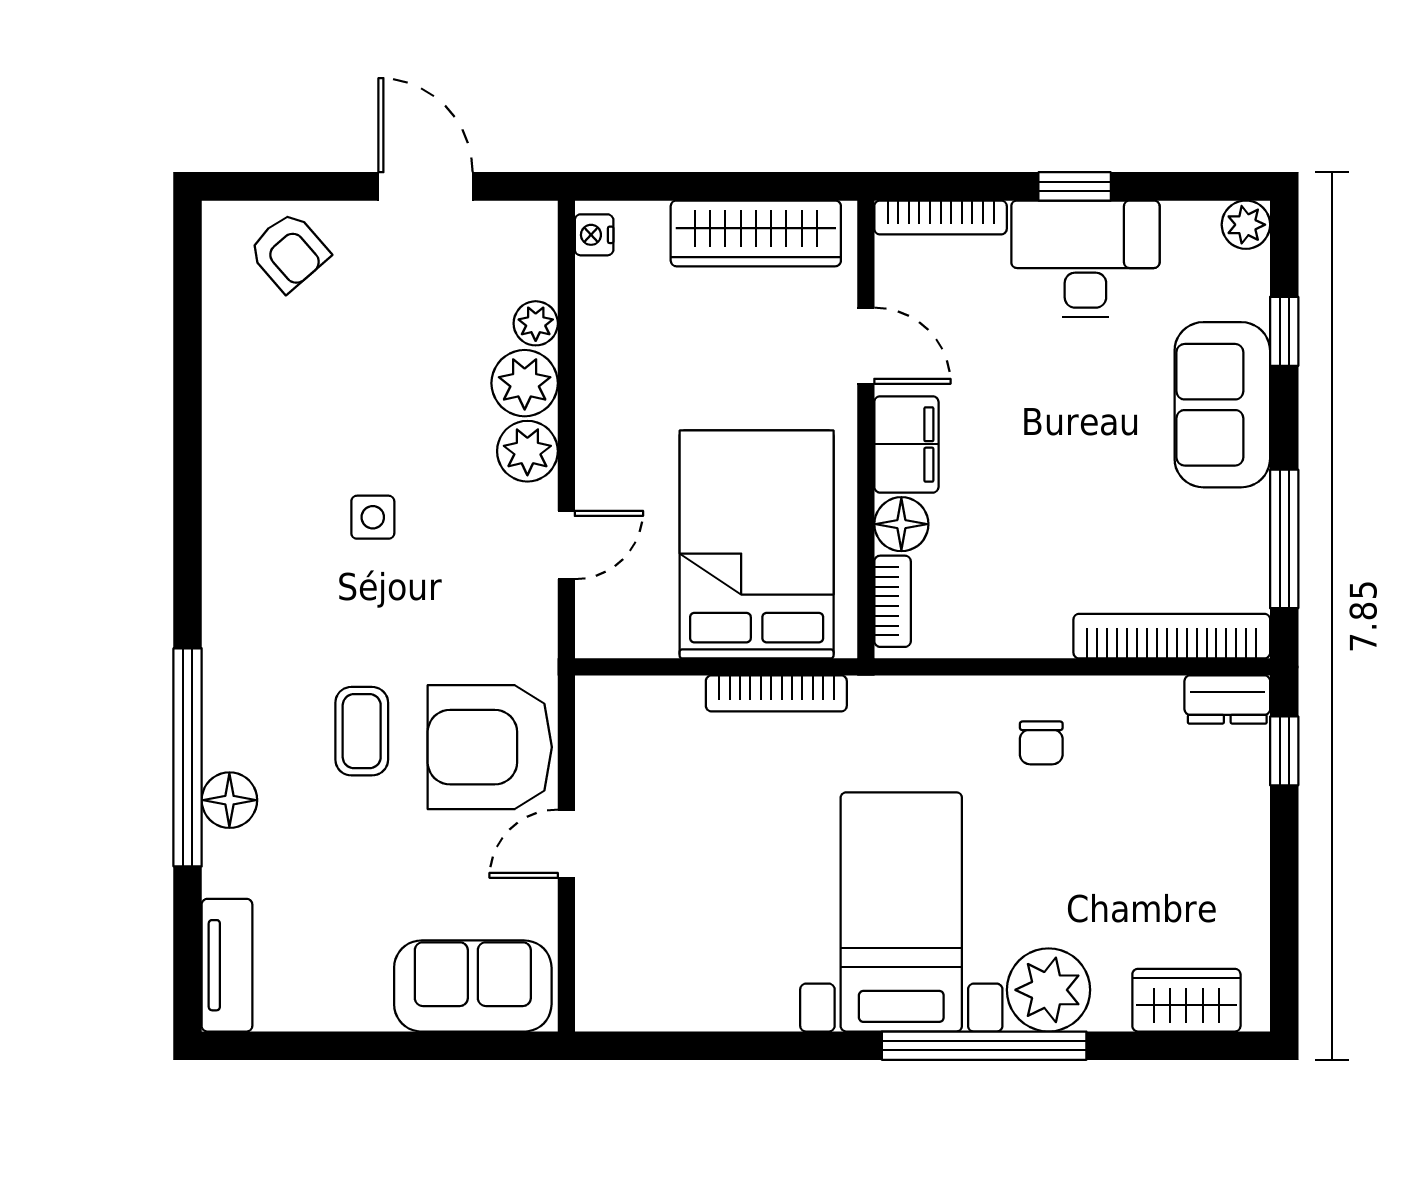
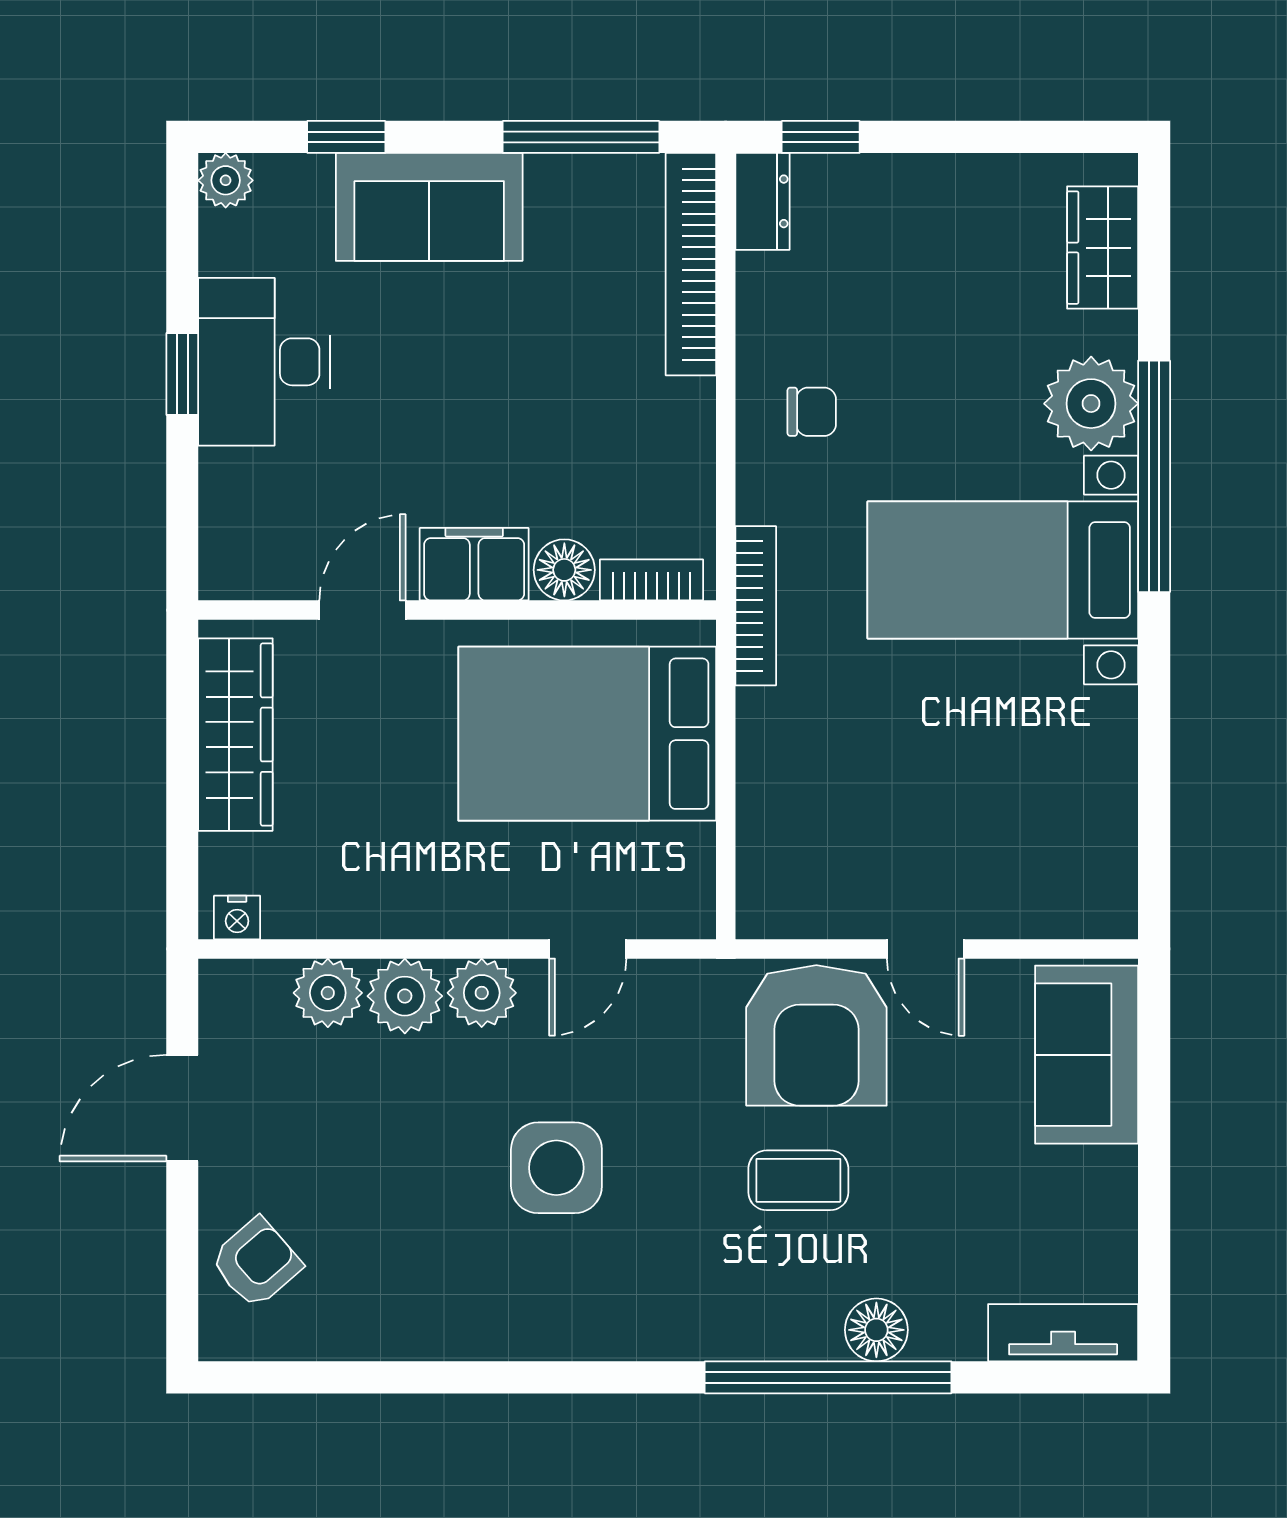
bookcase: (941, 217) -> (217, 526), removed
plant: (536, 323) -> (328, 993), width x1.38, depth x1.38
side table: (373, 517) -> (556, 1168), width x1.87, depth x1.87
door: (566, 545) -> (588, 949), swing flipped
bookcase: (776, 693) -> (756, 606), moved

